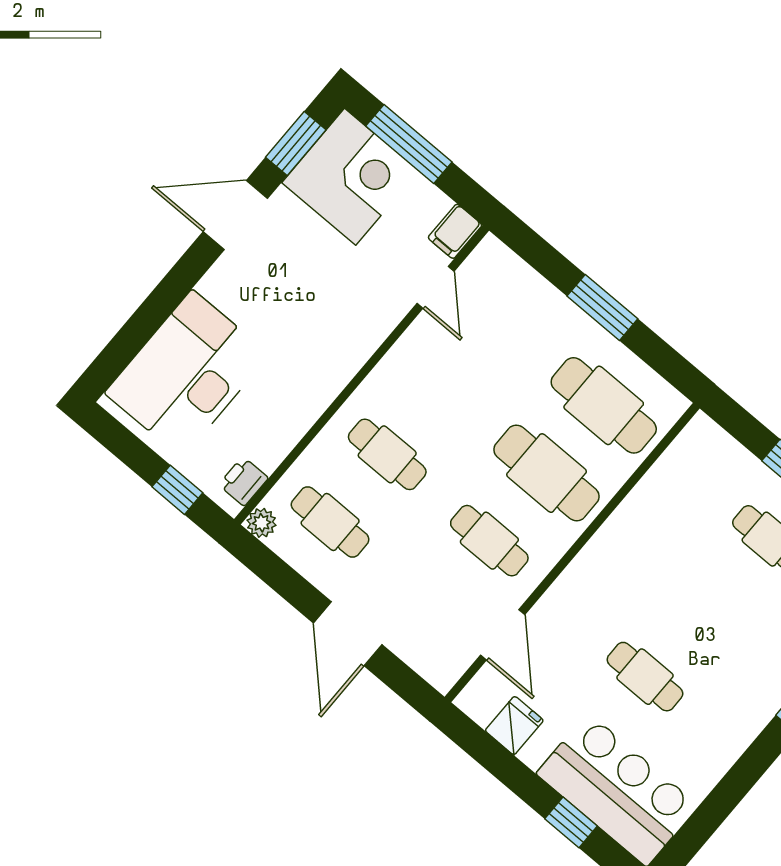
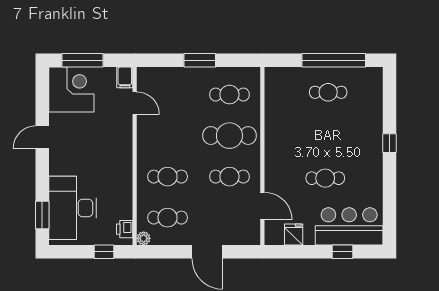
window: (296, 144) -> (42, 215), moved
door: (235, 215) -> (42, 137), width x0.73
cafe table: (604, 405) -> (229, 95), width x0.73, depth x0.74

